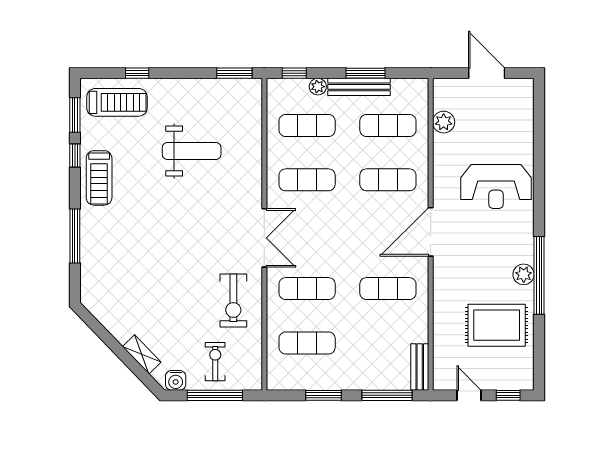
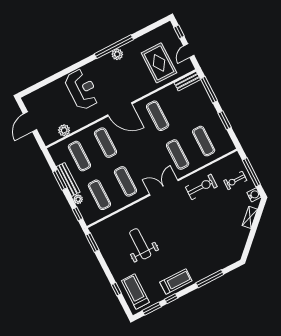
rug: (497, 325) -> (159, 63), moved

